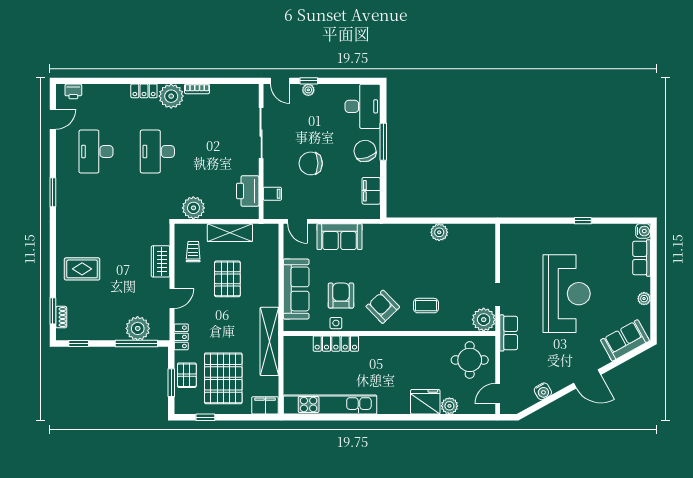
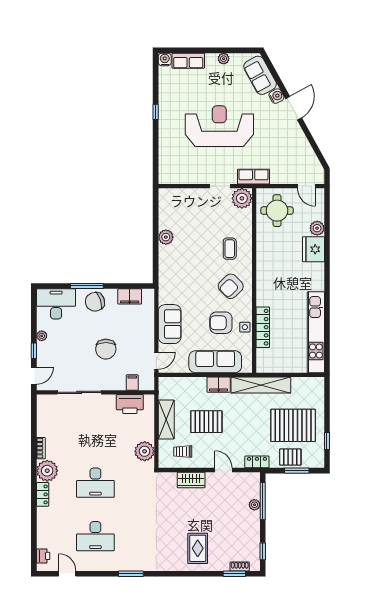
plant: (308, 90) -> (42, 336), moved
plant: (138, 328) -> (254, 505), width x0.53, depth x0.53
water cooler: (543, 391) -> (276, 96), moved
filing cabinet: (265, 405) -> (219, 385), moved, turned -90

